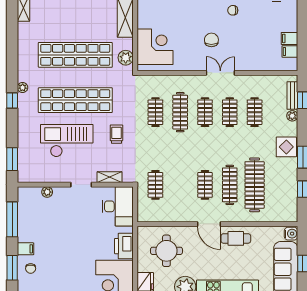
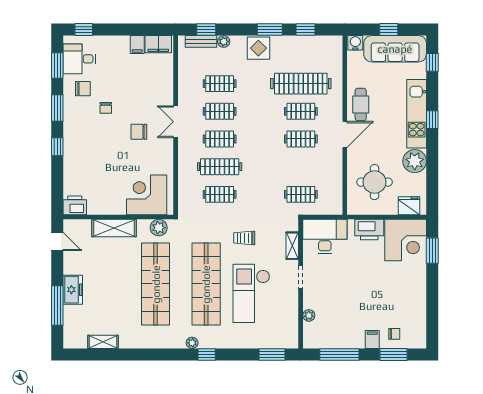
filing cabinet: (290, 51) -> (158, 44), width x2.00
clothes rail: (230, 185) -> (301, 111), width x0.73

